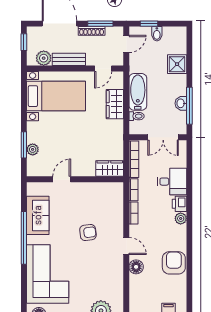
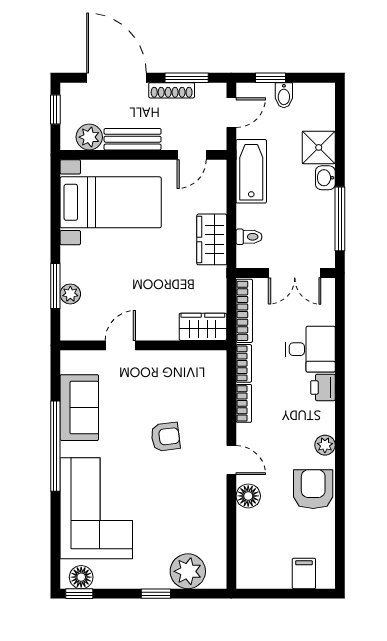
bathtub: (138, 92) -> (251, 171), moved
washbasin: (181, 103) -> (325, 178), moved
wardrobe: (115, 104) -> (212, 239), moved
plant: (181, 218) -> (325, 445), moved

